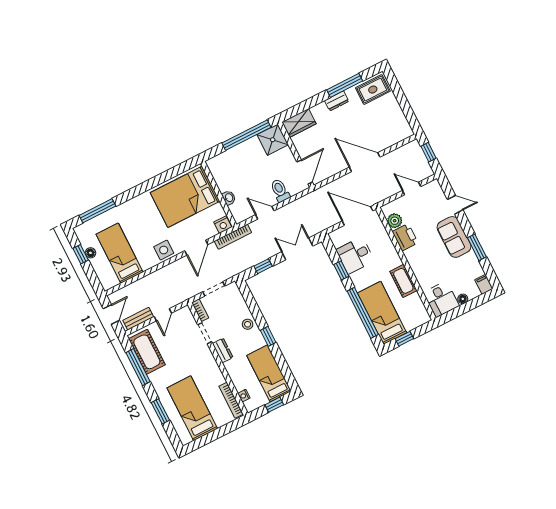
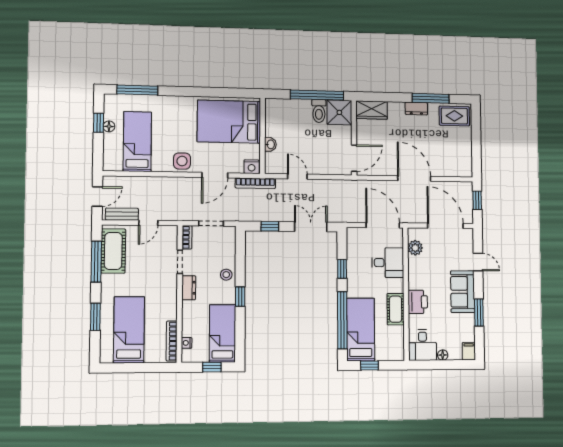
door: (412, 189) -> (445, 226), width x1.87
toilet: (280, 190) -> (319, 111), moved, turned 180
printer: (405, 237) -> (418, 302), moved
desk: (355, 255) -> (388, 263), moved, turned 180

